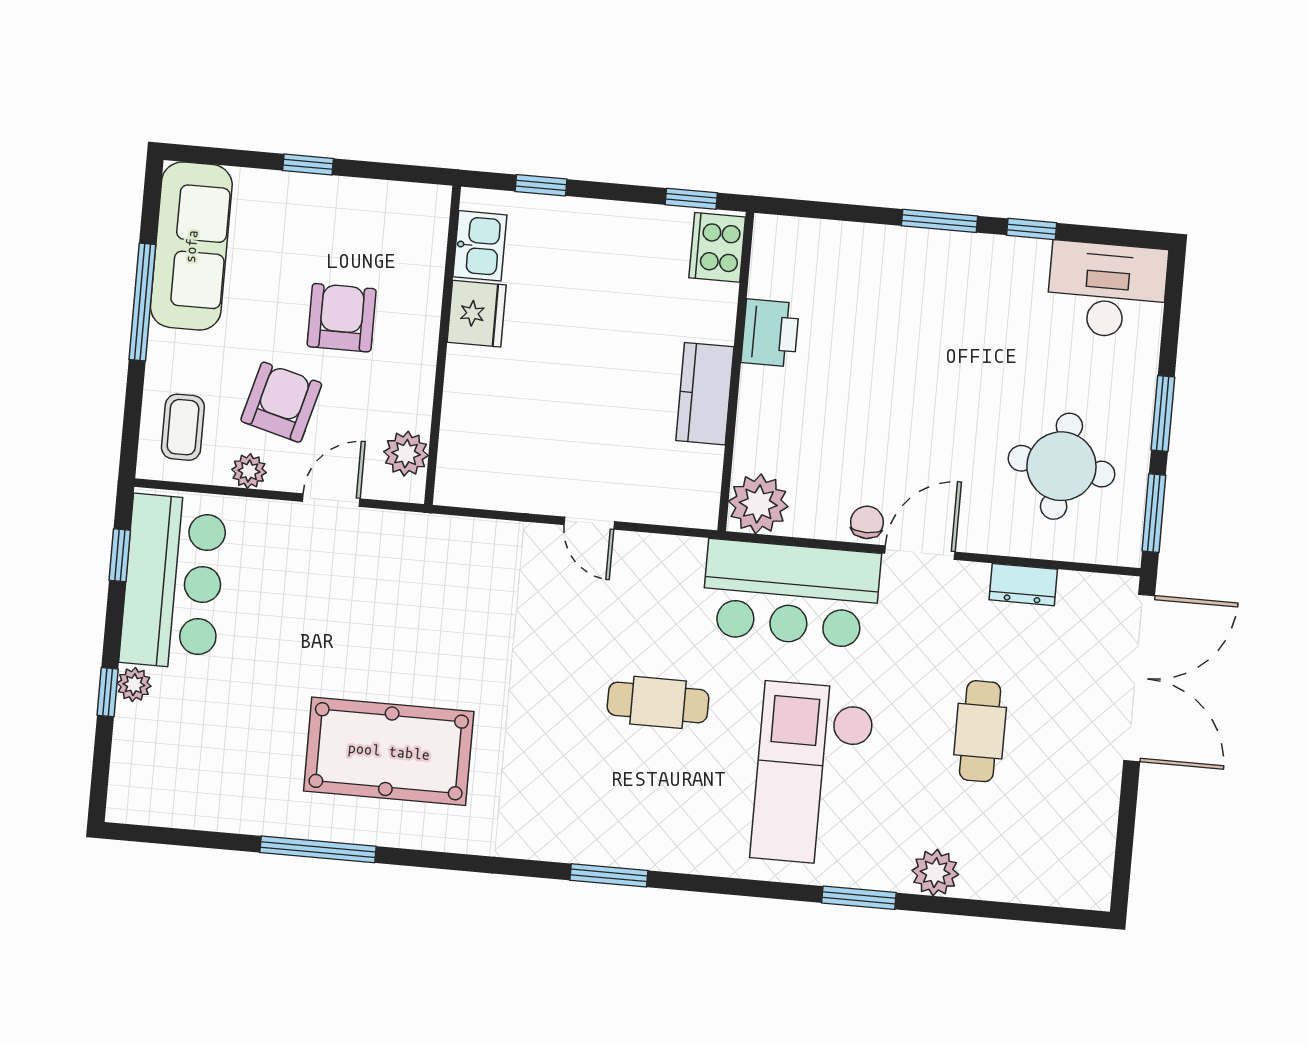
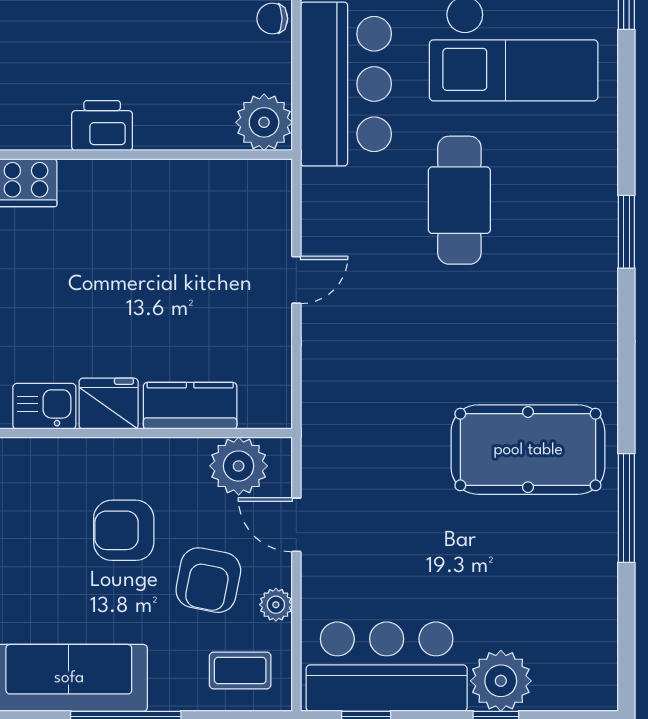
kitchen counter: (705, 394) -> (190, 406), moved, turned 180
armchair: (281, 402) -> (208, 580), turned -94
plant: (406, 454) -> (239, 466), width x1.36, depth x1.36
plant: (134, 685) -> (501, 681), width x1.87, depth x1.87
cafe table: (658, 702) -> (459, 200), width x1.37, depth x1.35
pool table: (389, 751) -> (528, 450), turned 90

